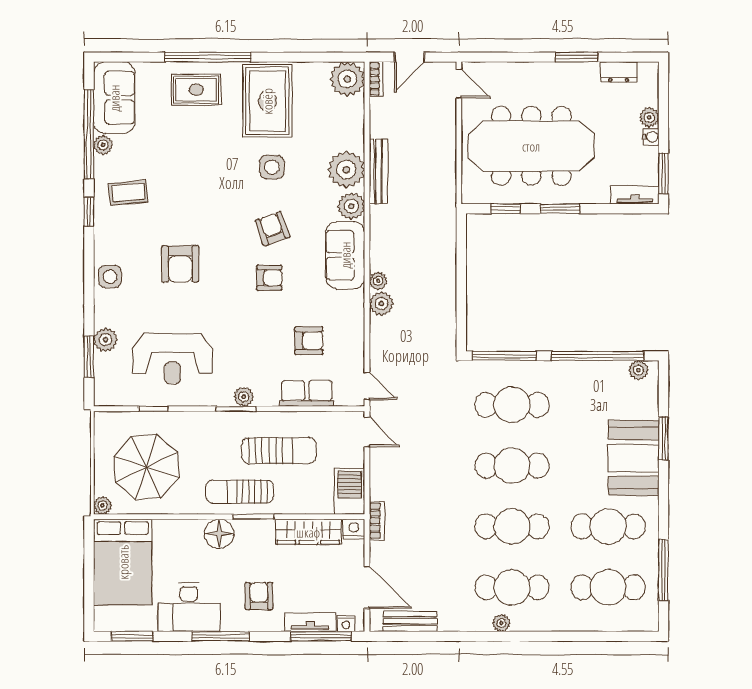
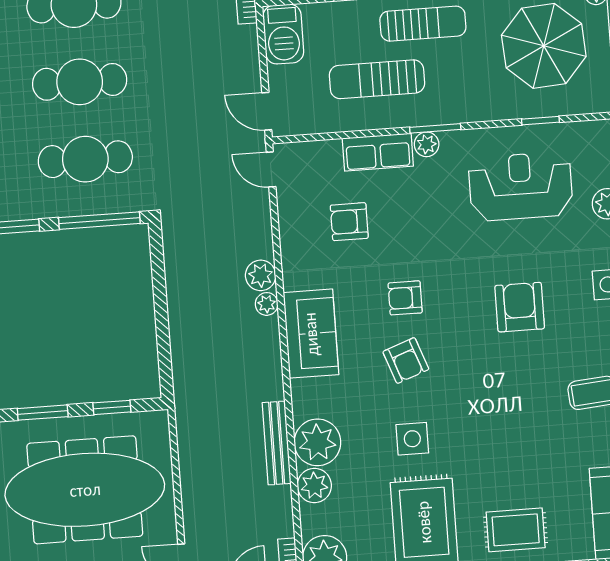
plant: (351, 206) -> (314, 485), moved
row of seats: (307, 393) -> (378, 152), moved

